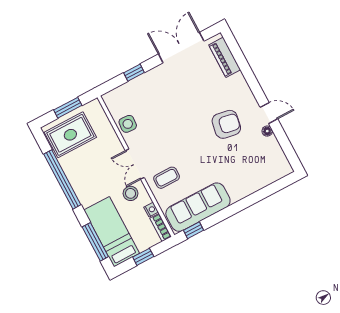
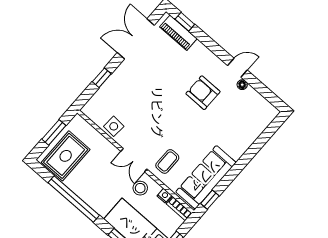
window: (235, 49) -> (185, 22), added
armchair: (226, 124) -> (203, 93), turned -100

